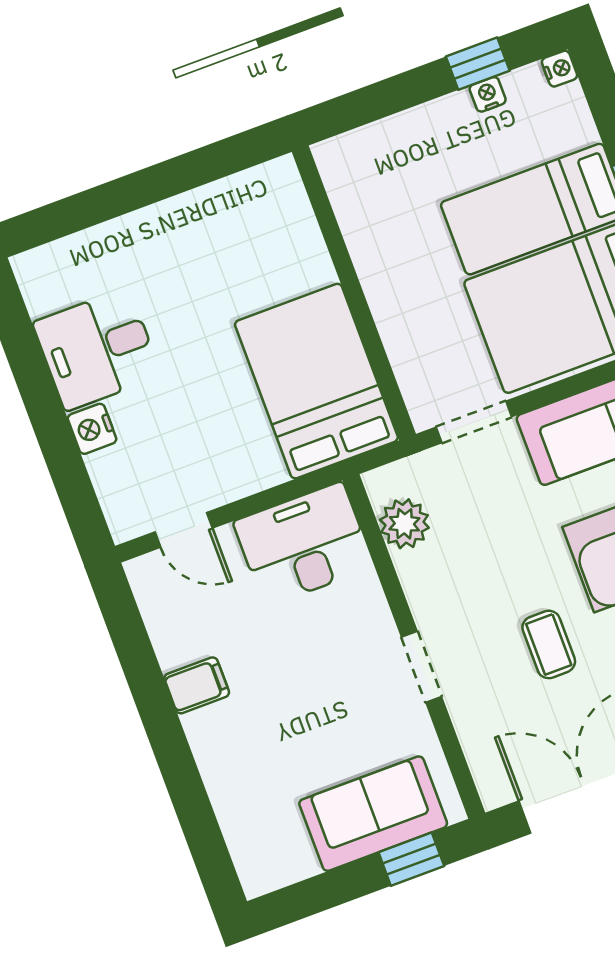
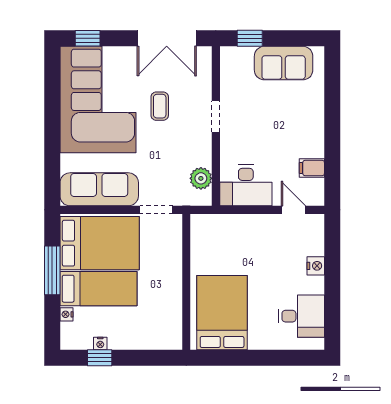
nightstand: (559, 69) -> (67, 314), moved
desk: (97, 349) -> (301, 316), moved
bed: (316, 381) -> (222, 313), moved, turned 180
filing cabinet: (197, 685) -> (312, 168), moved
sofa: (373, 814) -> (284, 63), moved

